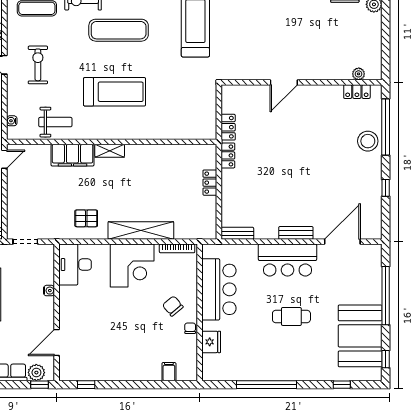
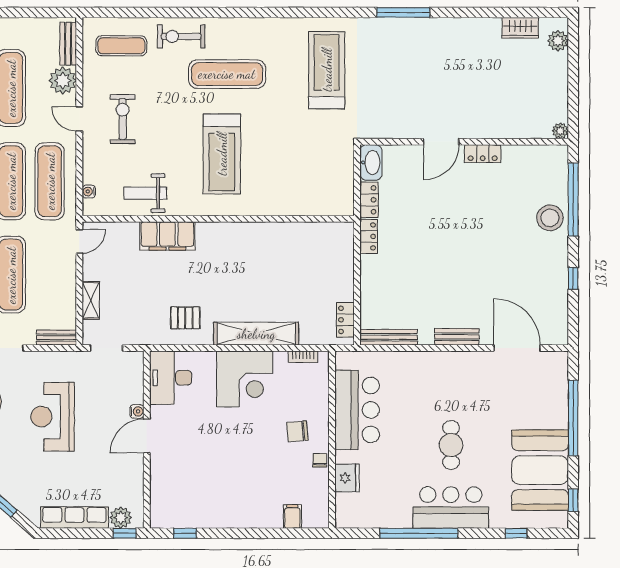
plant: (359, 74) -> (560, 131), moved
treadmill: (115, 92) -> (222, 154), turned 90
locker: (357, 92) -> (483, 154), moved
washbasin: (230, 98) -> (371, 163), added
weight bench: (55, 122) -> (145, 193), turned 180
shelving: (110, 151) -> (91, 300), moved, turned 90
locker: (210, 183) -> (345, 320), moved
bench: (237, 233) -> (389, 337), width x1.36
door: (342, 242) -> (517, 348), hinge flipped
bookcase: (177, 248) -> (303, 357), width x0.64
bar counter: (288, 260) -> (451, 508), moved, turned 180
chair: (173, 306) -> (297, 431), turned -55
cafe table: (291, 316) -> (451, 445), turned 90
door: (57, 343) -> (147, 436), moved

